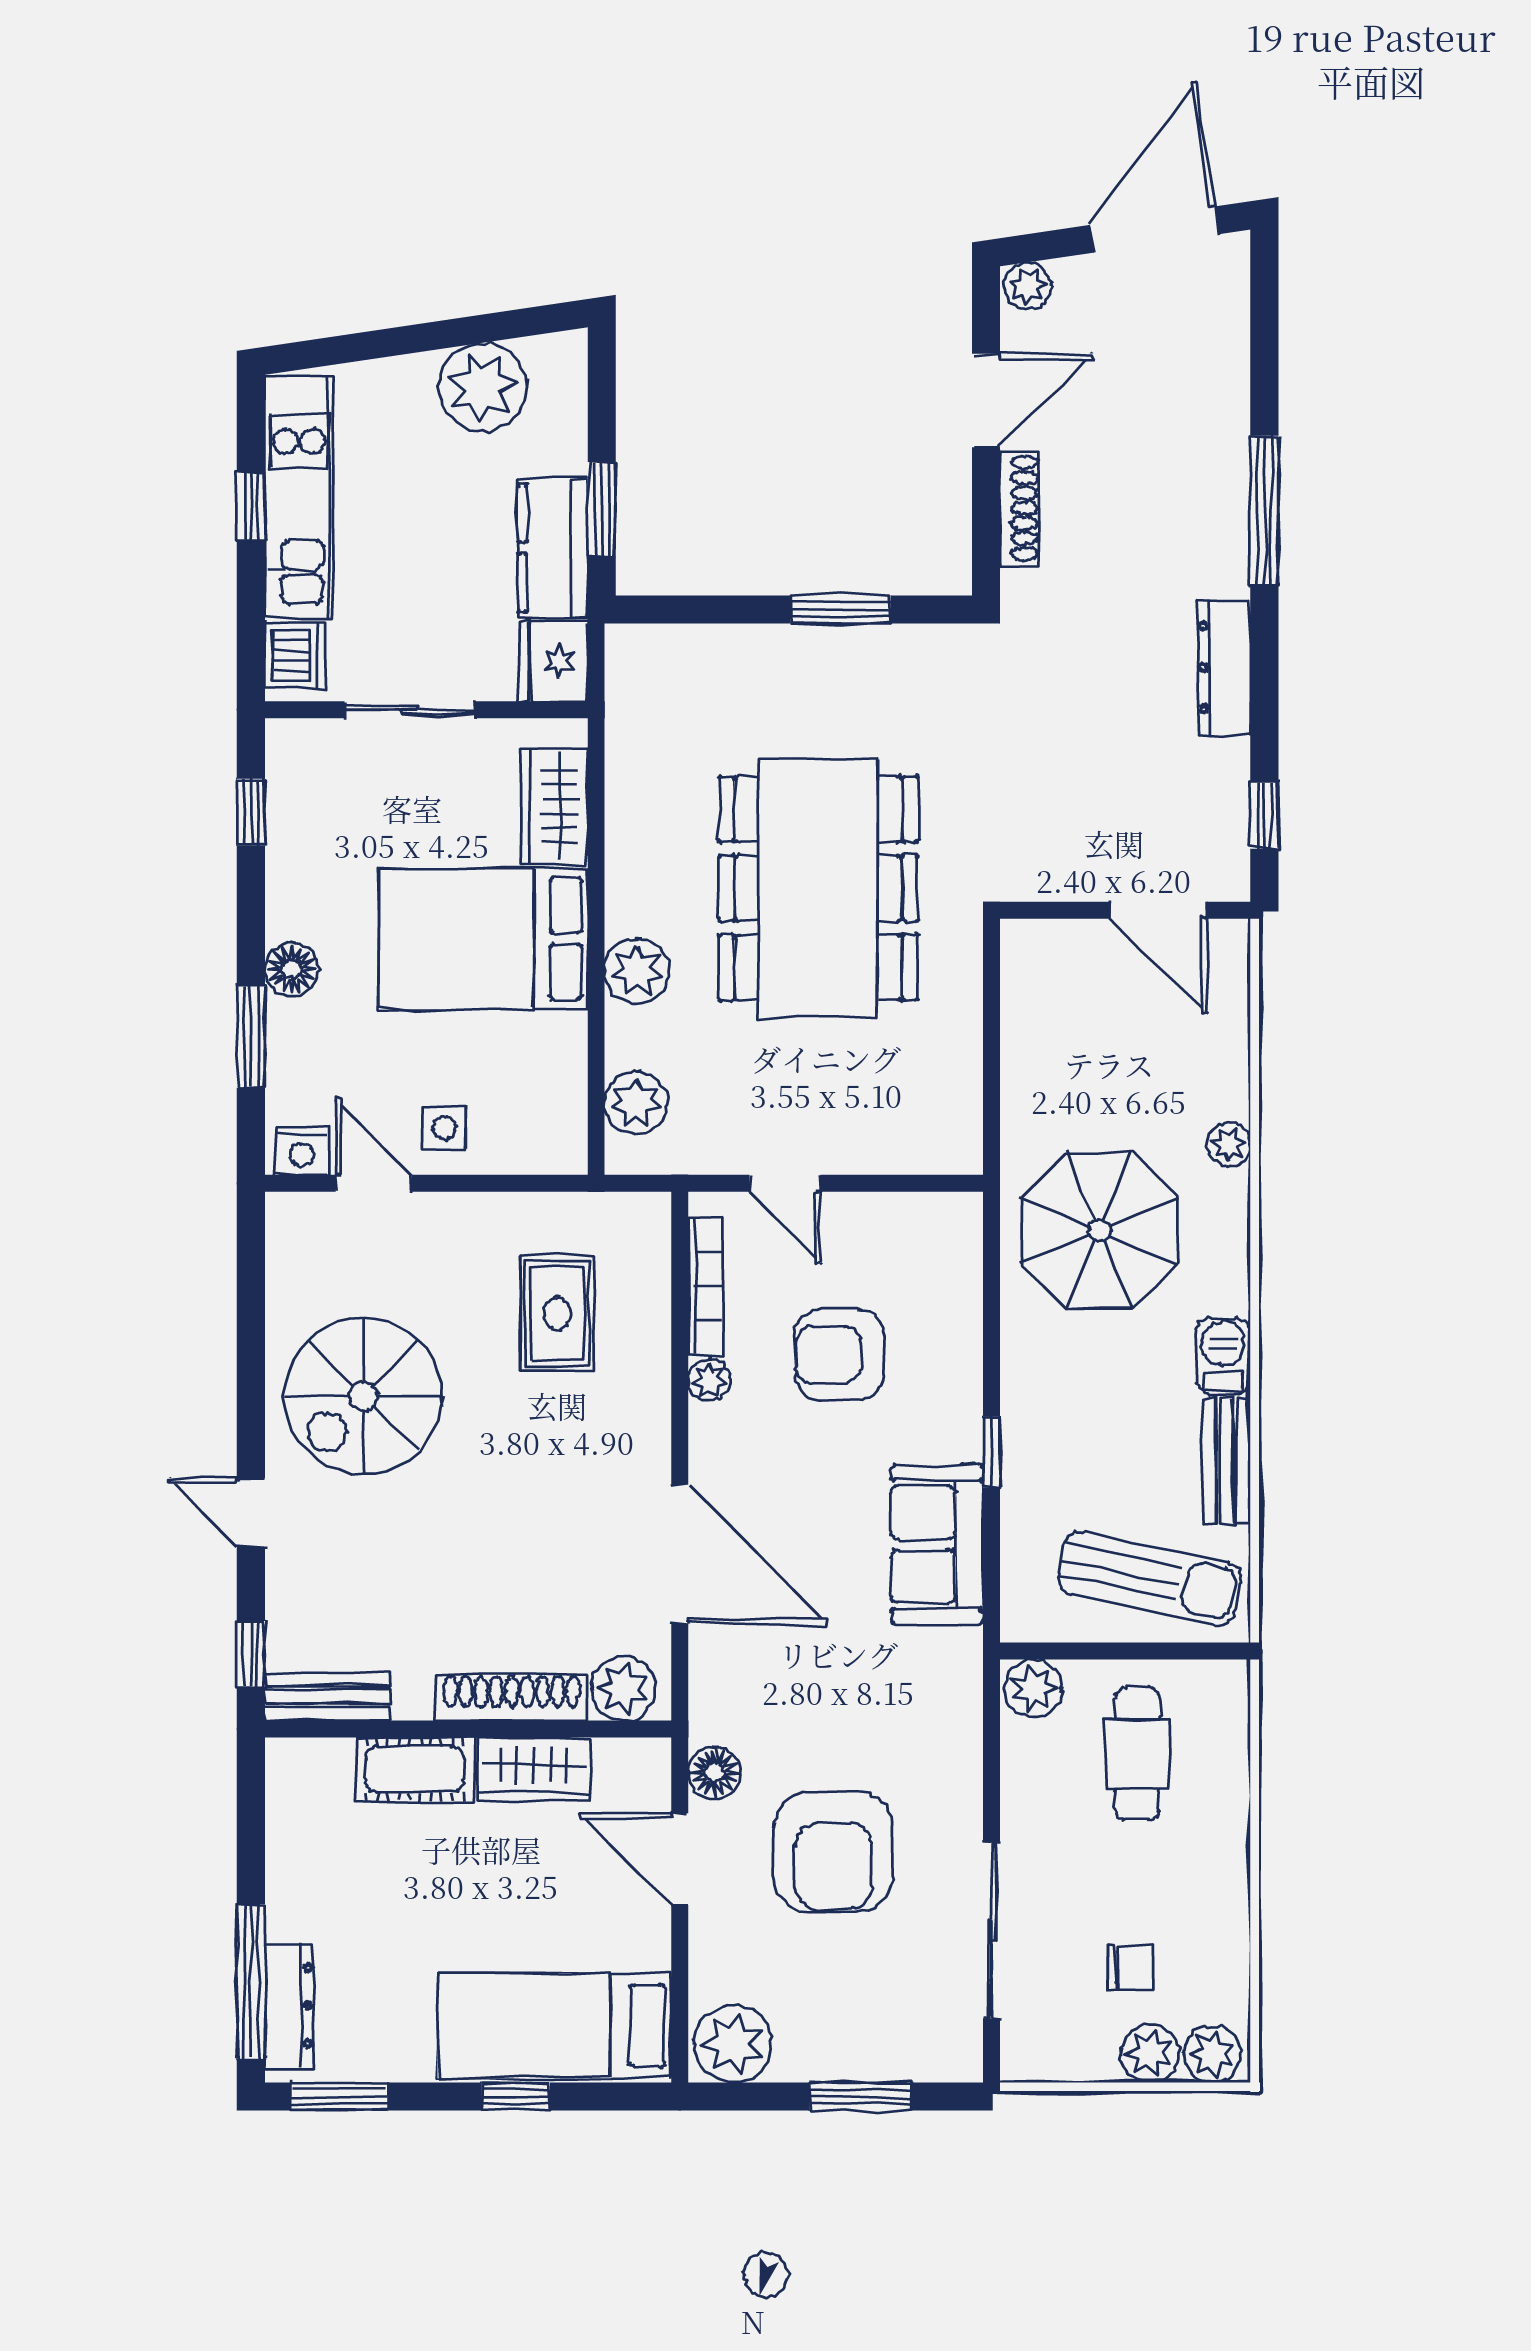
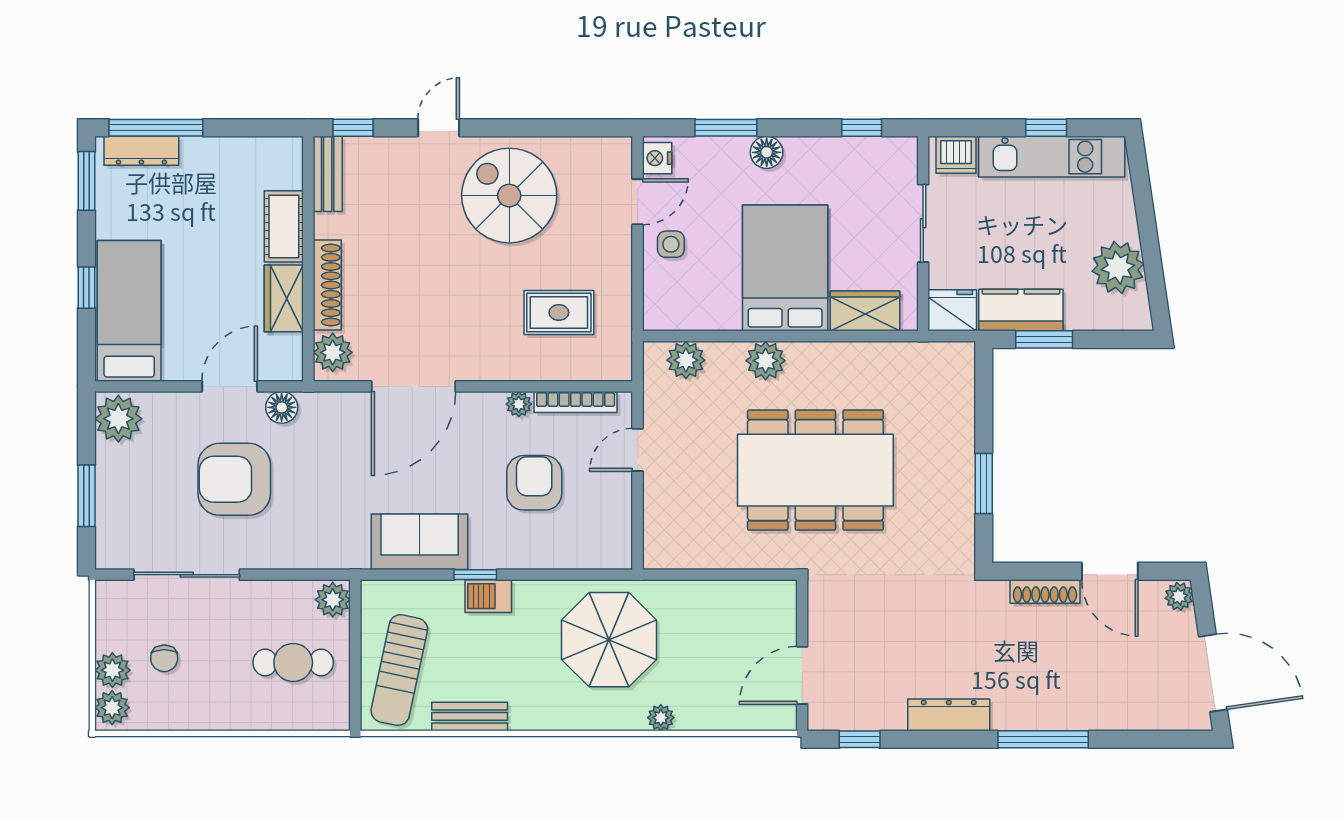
barbecue: (1223, 1356) -> (488, 596), moved, turned 180

